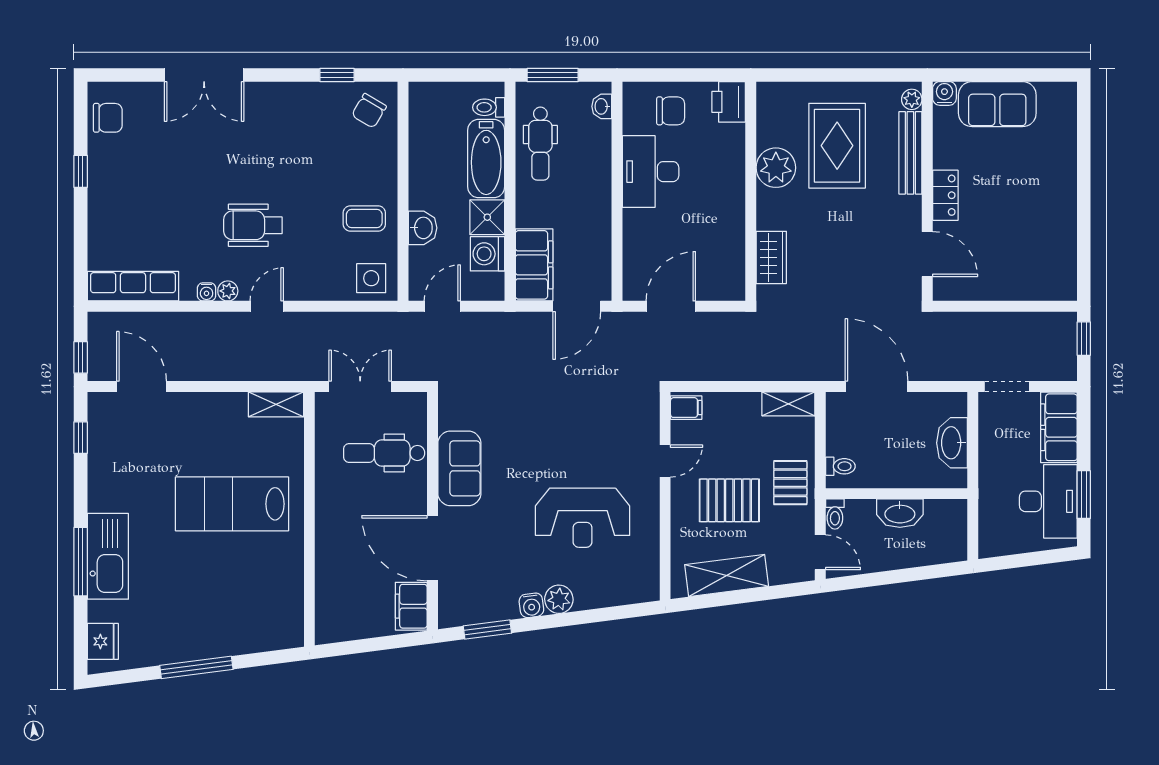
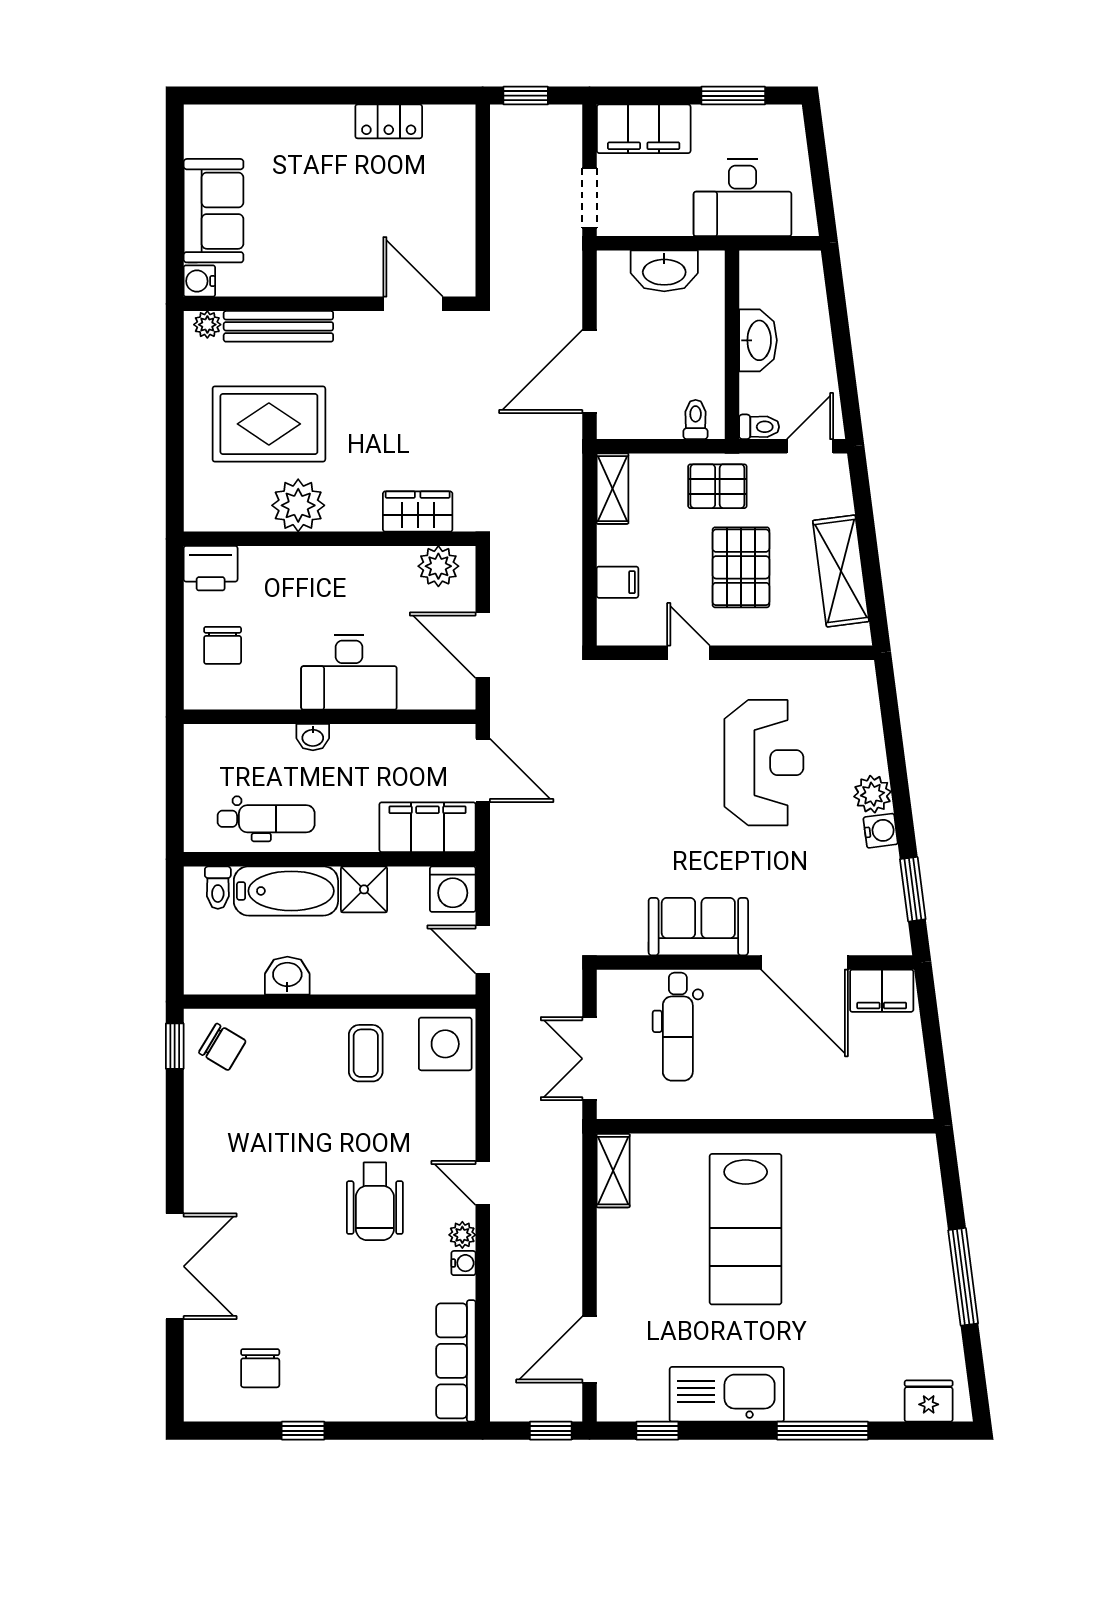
window: (337, 75) -> (175, 1046), moved
window: (553, 75) -> (175, 802), removed
washbasin: (602, 106) -> (313, 737), moved
chair: (671, 111) -> (223, 645), turned 180
chair: (108, 118) -> (260, 1368), moved, turned 180
desk: (651, 172) -> (349, 672), moved
locker: (945, 195) -> (389, 121), moved, turned 180
washbasin: (423, 228) -> (287, 976), moved
washing machine: (487, 254) -> (453, 889), moved
door: (927, 254) -> (413, 304), hinge flipped
plant: (730, 273) -> (438, 566), added
side table: (371, 278) -> (445, 1044), width x1.37, depth x1.37
filing cabinet: (686, 408) -> (617, 582), moved, turned 90
desk: (1048, 501) -> (743, 198), moved, turned 180
door: (432, 548) -> (805, 962), hinge flipped
kitchen sink: (108, 556) -> (727, 1394), moved

